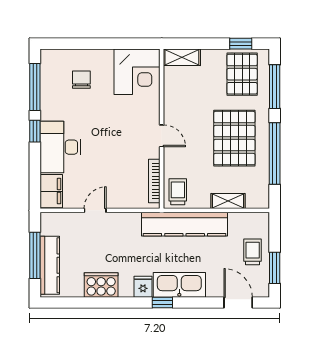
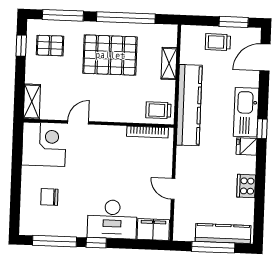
pallet: (242, 74) -> (50, 46), width x0.67, depth x0.71
door: (162, 136) -> (78, 122), moved
cooker: (101, 285) -> (246, 186), width x0.73, depth x0.76

